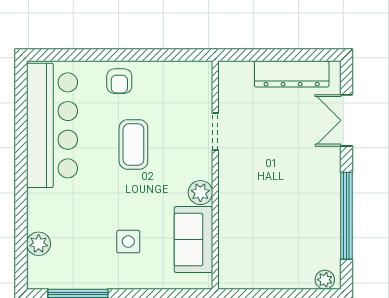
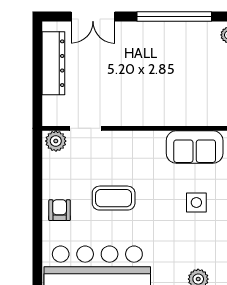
armchair: (119, 81) -> (60, 210), turned -90
doorway: (215, 132) -> (86, 128), moved
plant: (200, 193) -> (56, 141), moved

